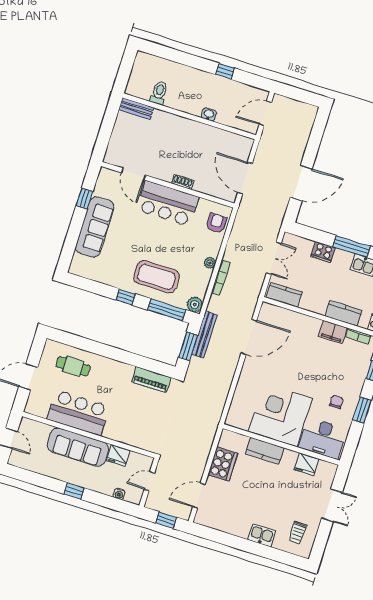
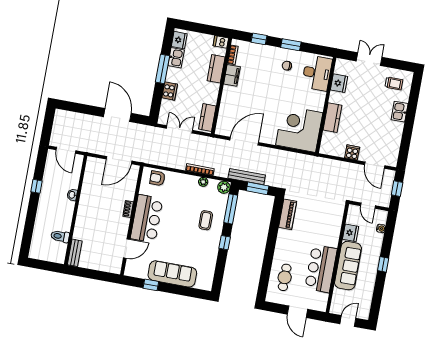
plant: (210, 263) -> (203, 182), moved
coffee table: (156, 277) -> (206, 220), width x0.54, depth x0.58
door: (249, 337) -> (244, 141), hinge flipped
corner desk: (280, 415) -> (299, 129), moved, turned 90
cooker: (223, 464) -> (352, 152), width x0.53, depth x0.76

